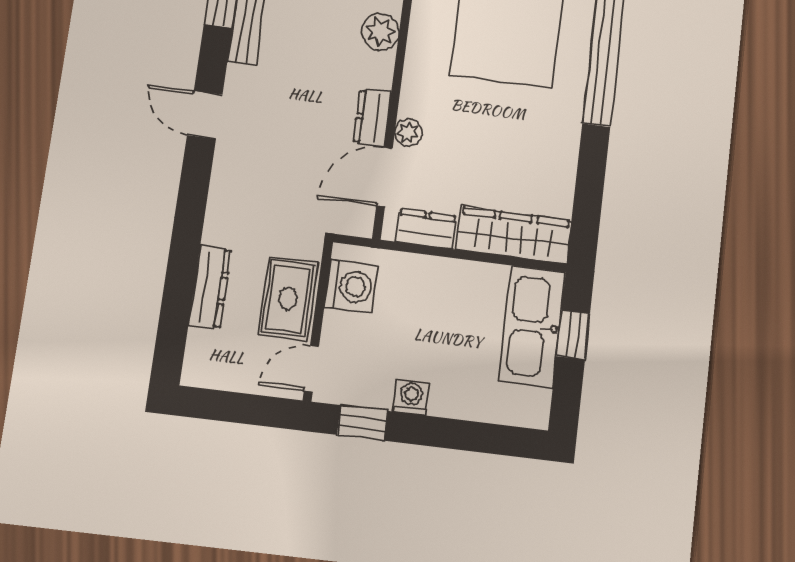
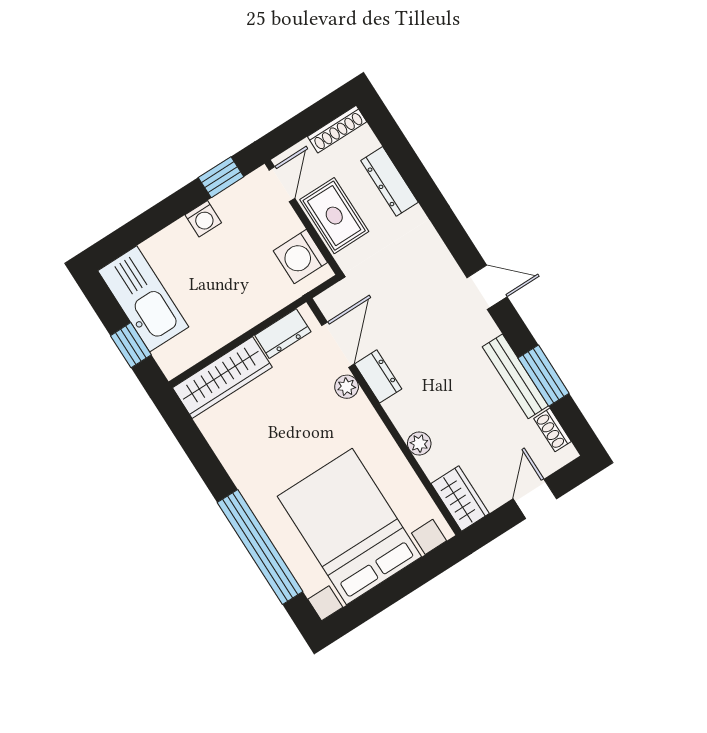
plant: (380, 32) -> (419, 443), width x0.73, depth x0.73
kitchen sink: (532, 326) -> (143, 299), moved
shoe rack: (216, 378) -> (337, 129), added

